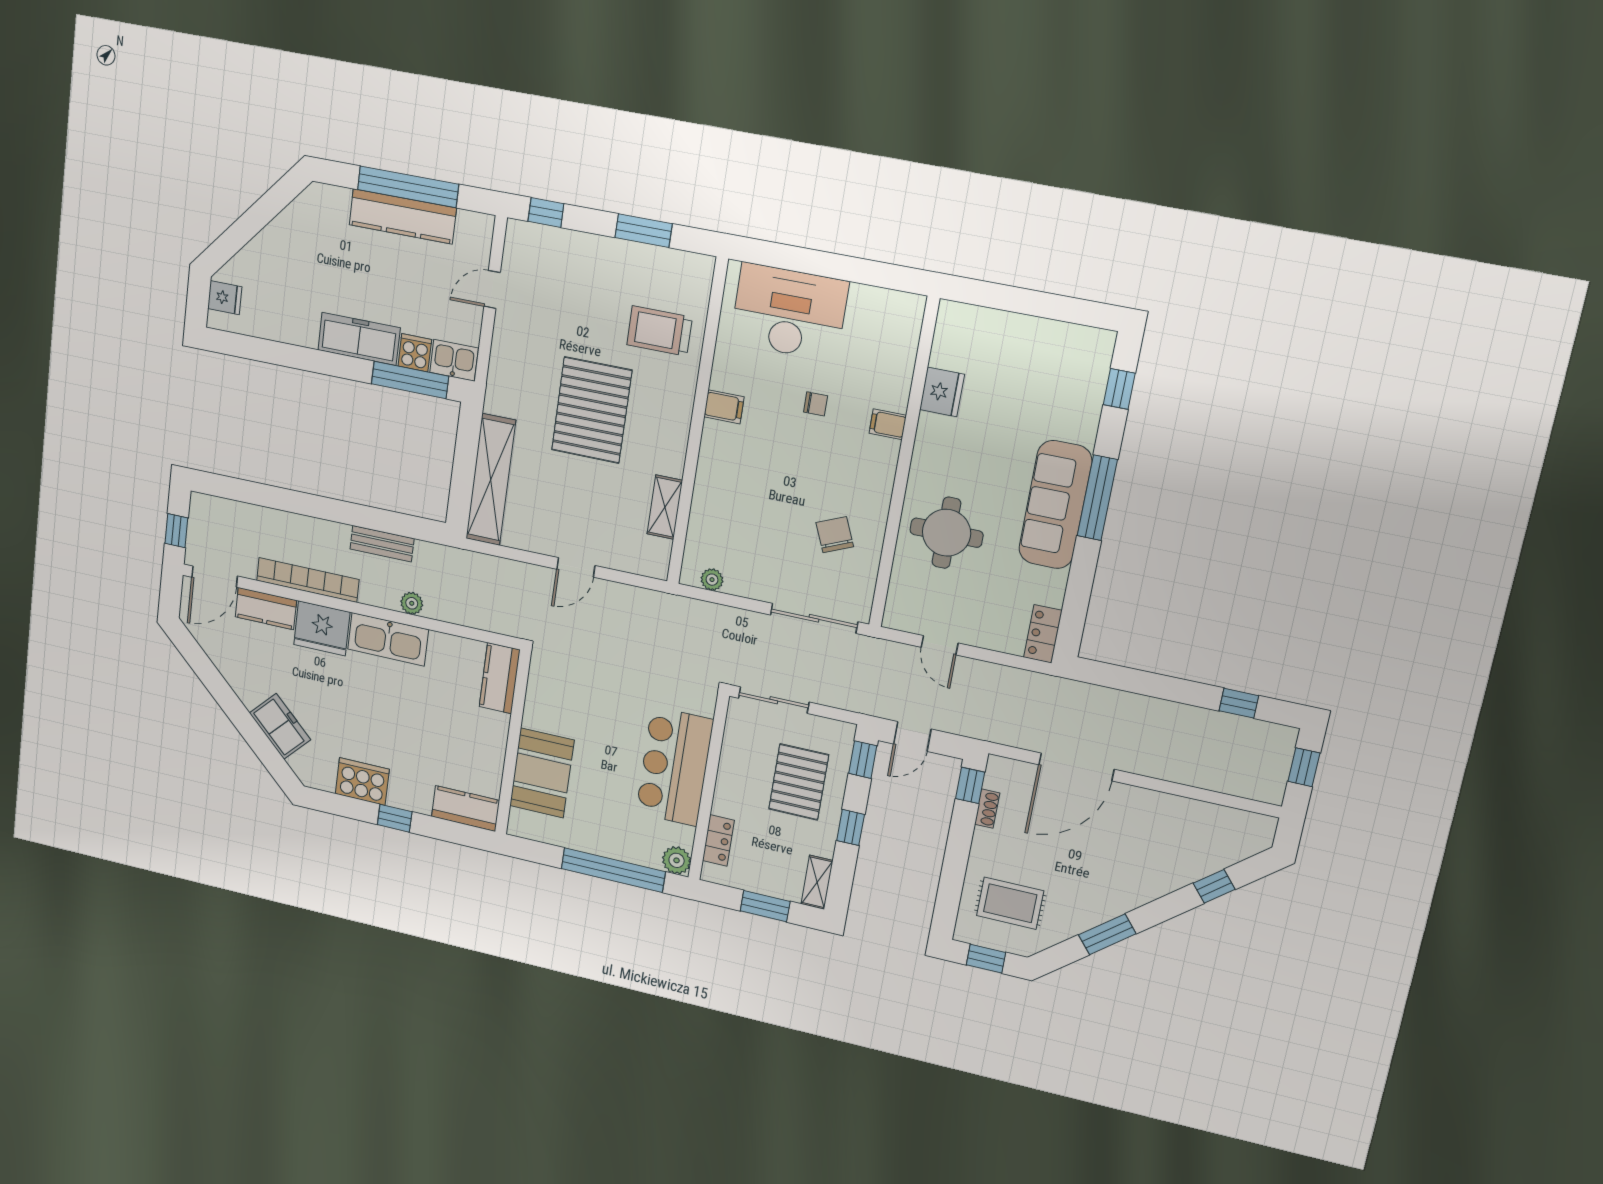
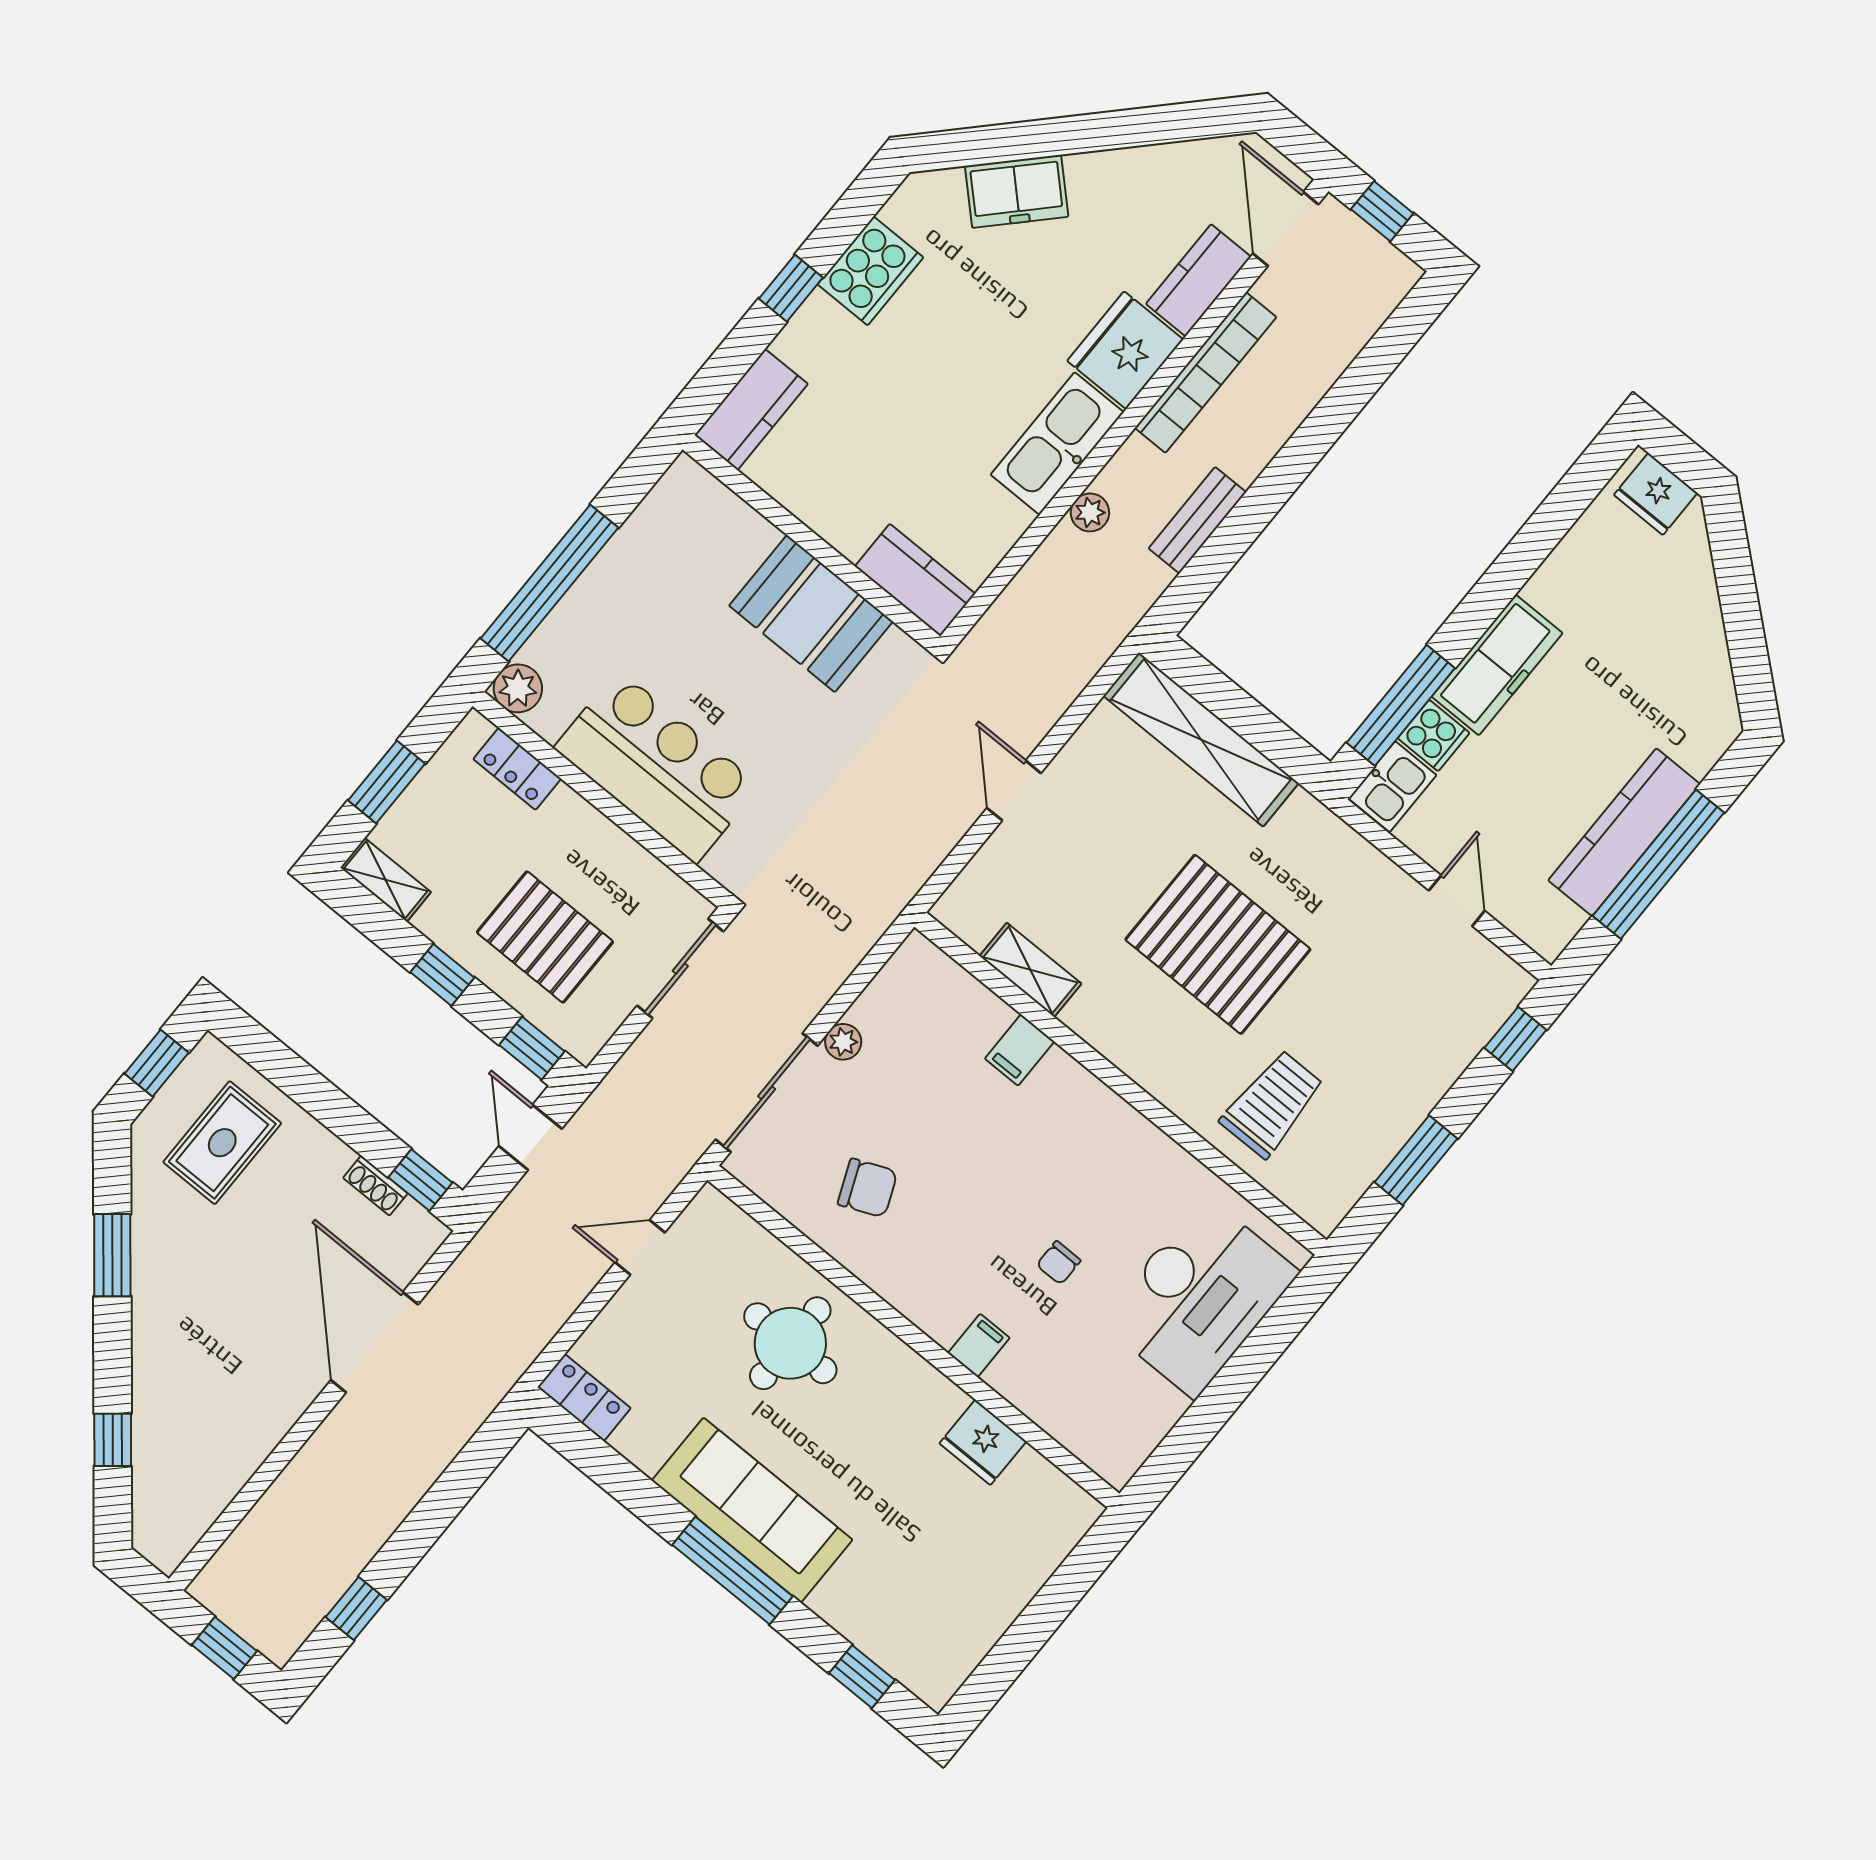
fridge: (225, 298) -> (1656, 494), width x1.38
filing cabinet: (724, 407) -> (1020, 1050), moved
plant: (712, 580) -> (843, 1042), moved
booth: (542, 773) -> (811, 614), moved

